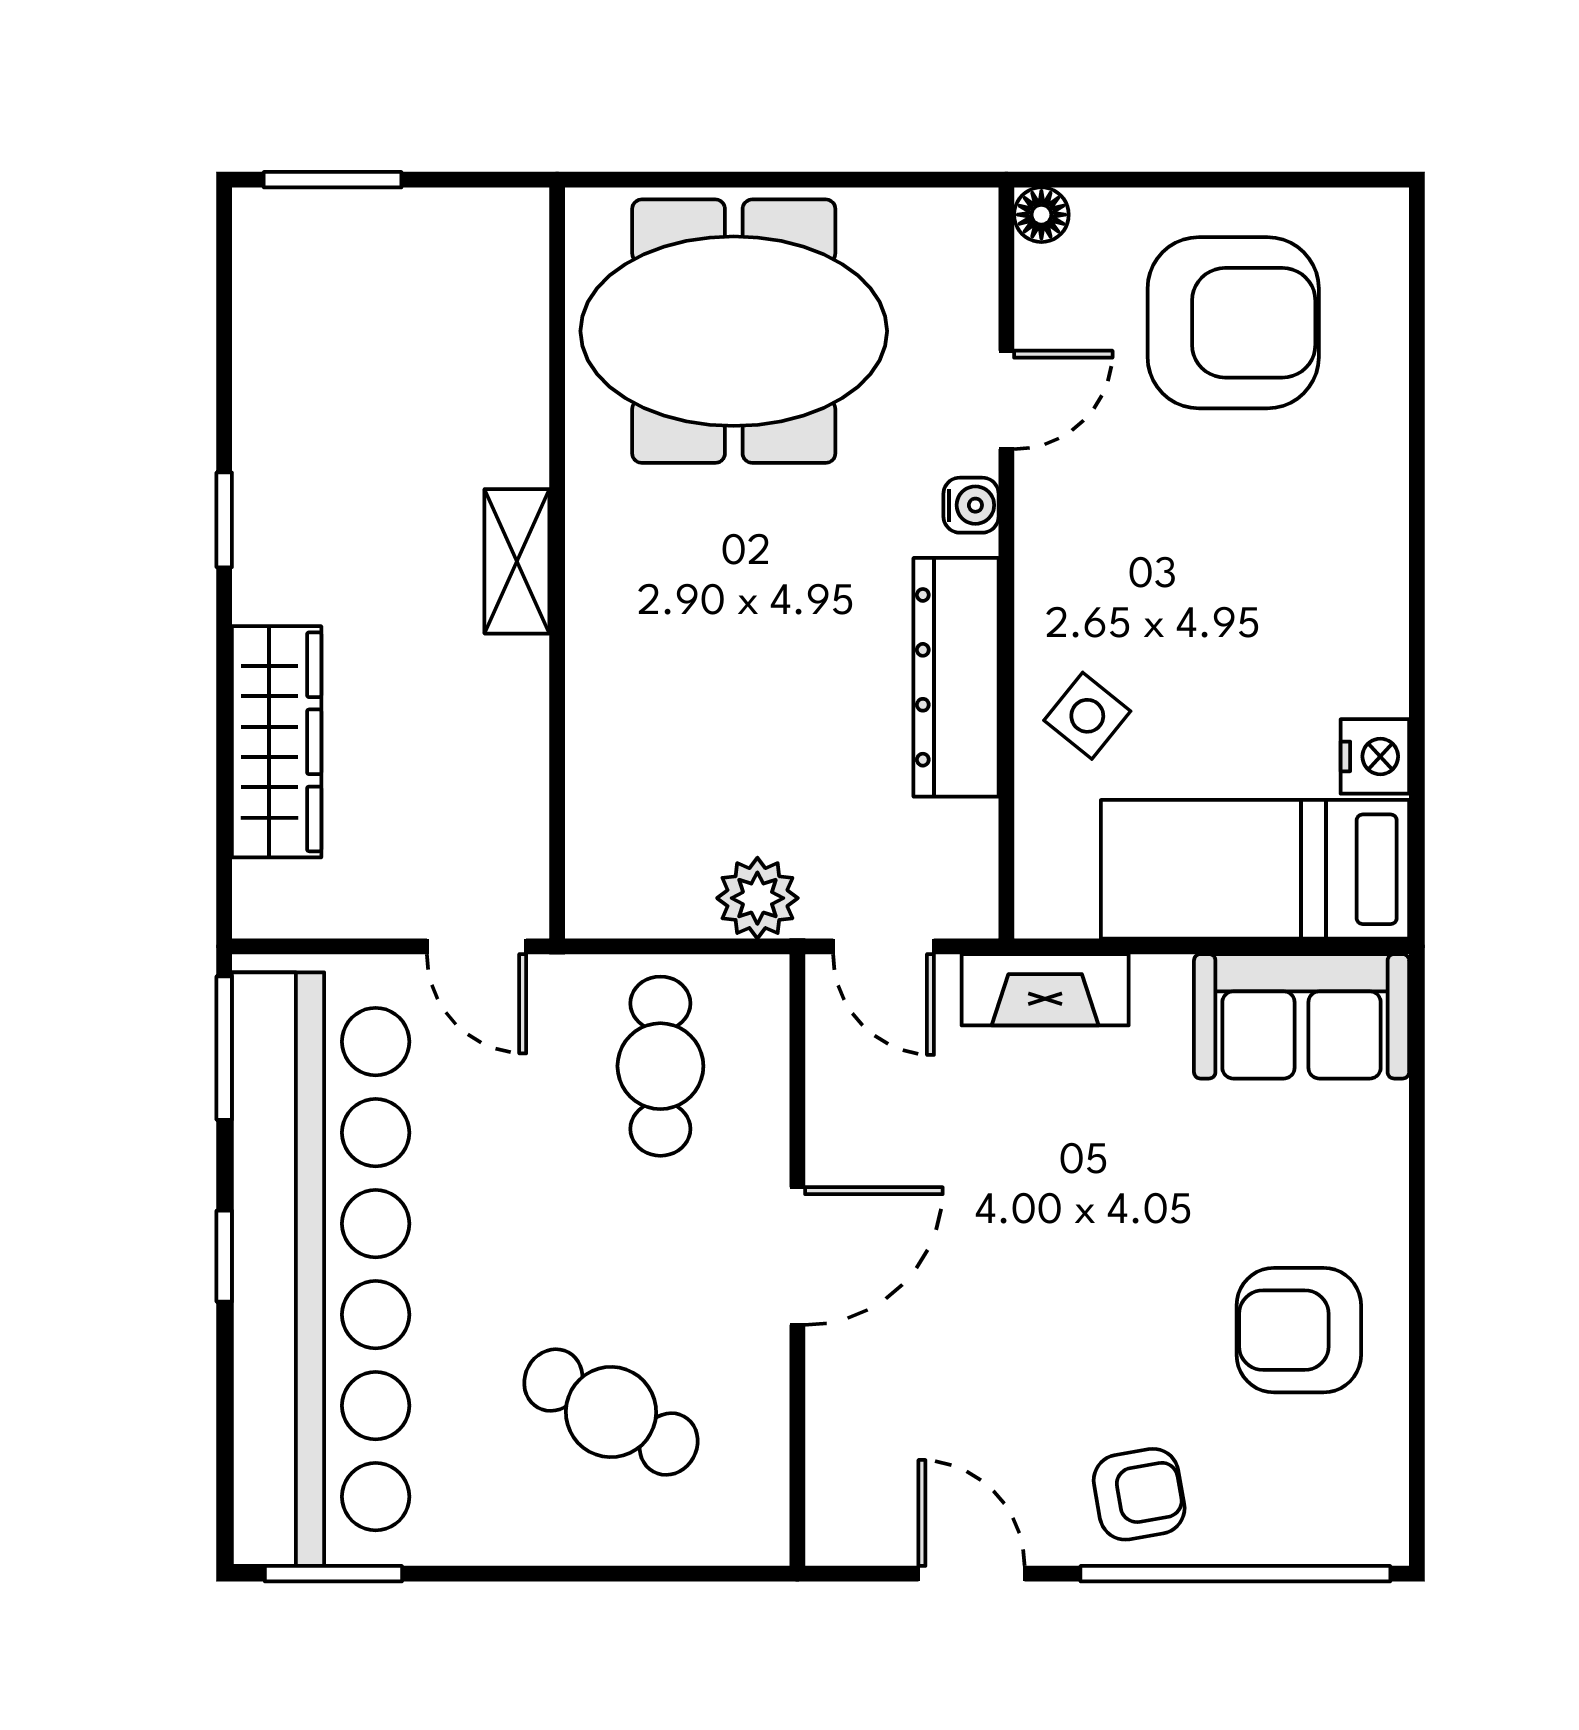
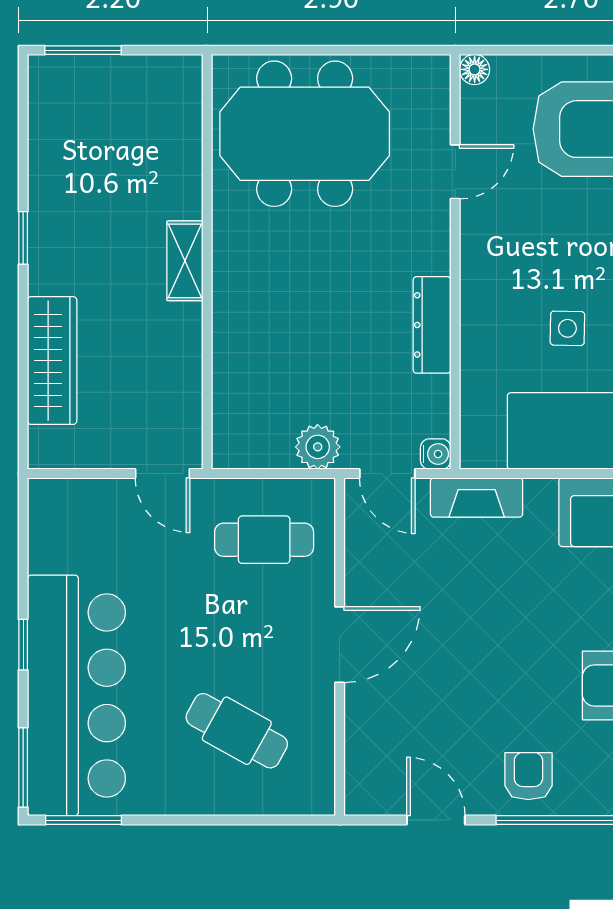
water cooler: (971, 505) -> (436, 454), moved
dresser: (956, 677) -> (432, 325), width x0.73, depth x0.80
side table: (1087, 716) -> (567, 328), moved, turned -38
window: (224, 1048) -> (23, 767), moved
cafe table: (660, 1066) -> (264, 540), turned 90
bar counter: (321, 1269) -> (76, 695), width x0.73
armchair: (1139, 1494) -> (528, 776), turned -80

